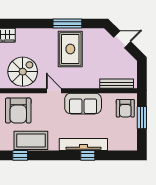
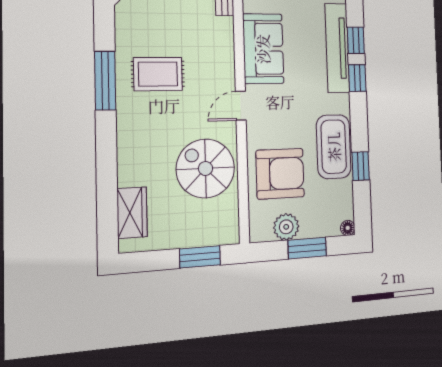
rug: (70, 49) -> (158, 74), width x0.73, depth x0.70
window: (67, 155) -> (357, 78), added

